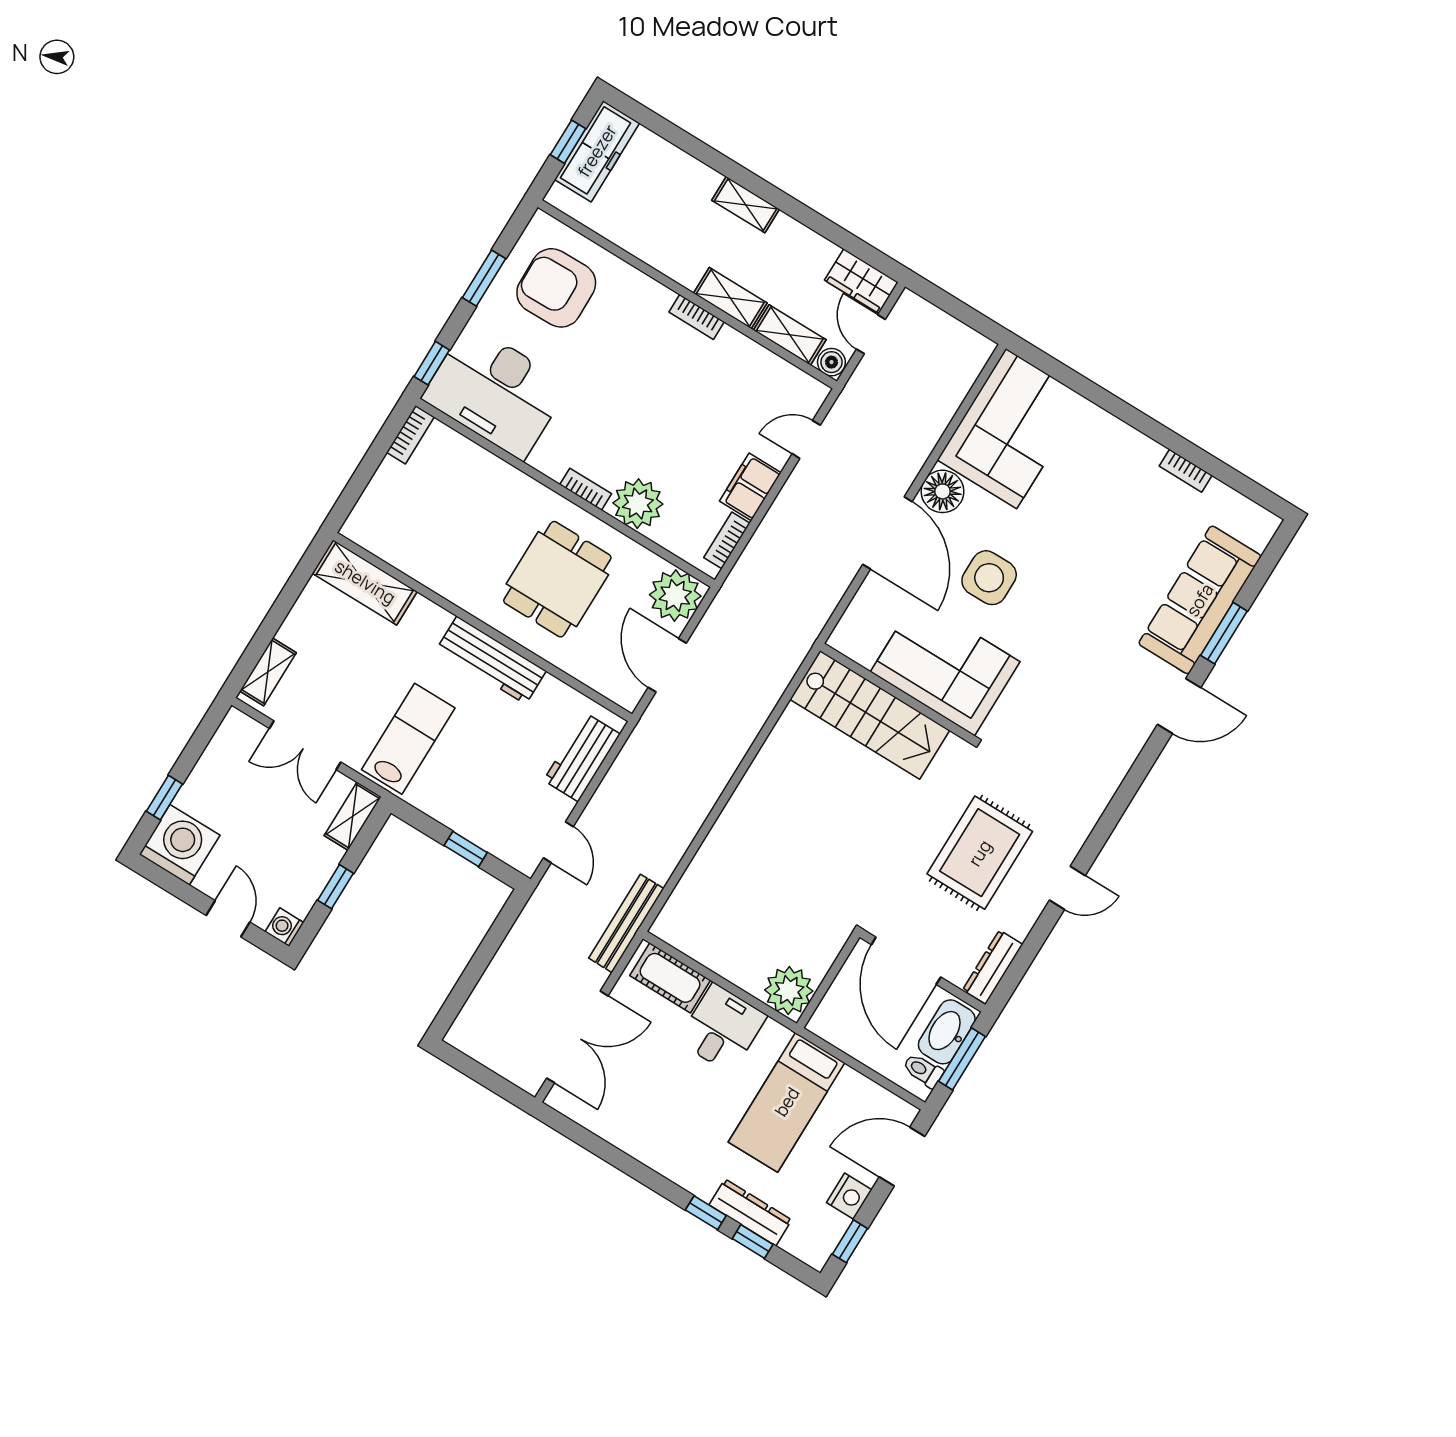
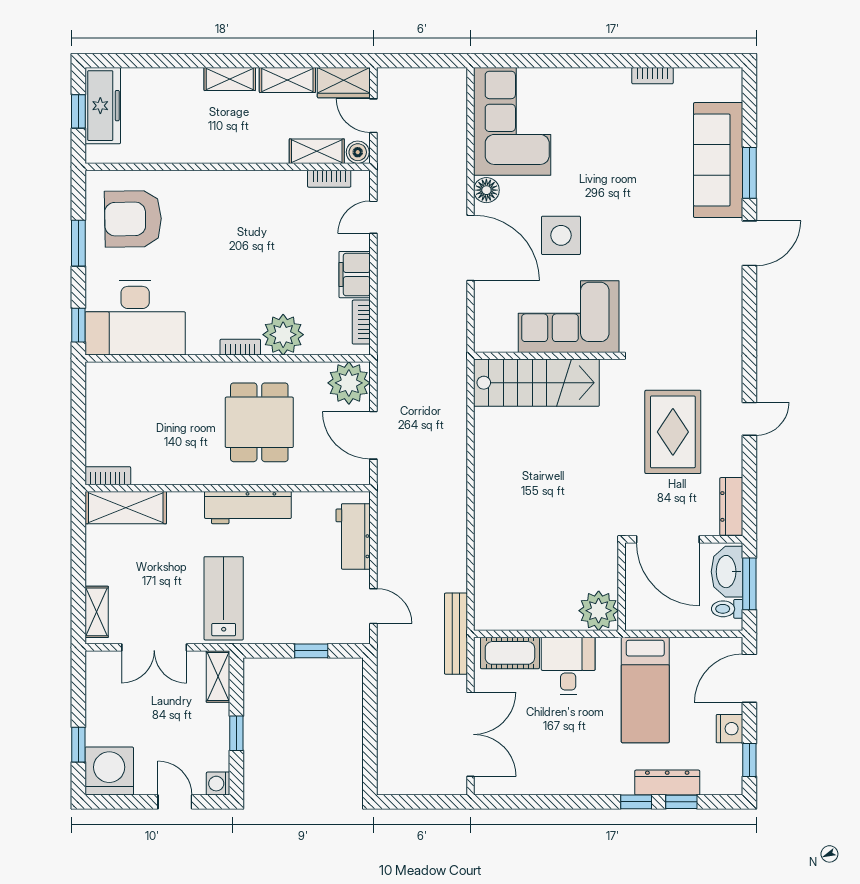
shelving: (730, 298) -> (287, 80), moved
bookcase: (697, 317) -> (329, 179), moved
bookcase: (410, 435) -> (108, 476), moved, turned -90
floor lamp: (943, 491) -> (486, 190), width x0.73, depth x0.73

